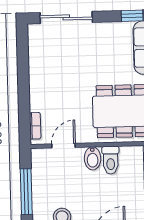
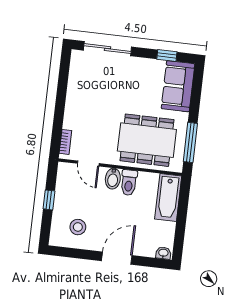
door: (63, 146) -> (88, 163), swing flipped
window: (26, 192) -> (49, 200), width x0.46

